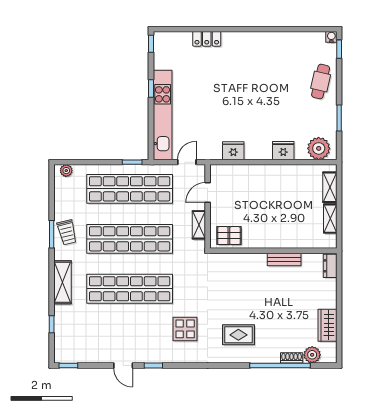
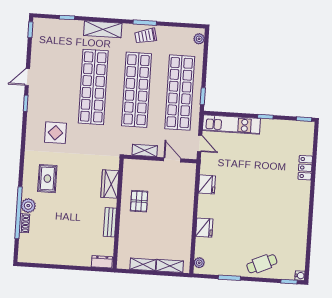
cafe table: (321, 82) -> (262, 264), turned -37
kitchen unit: (163, 115) -> (231, 125), width x0.73
plant: (319, 148) -> (199, 263), width x0.53, depth x0.53
pallet: (229, 236) -> (139, 201), moved
wardrobe: (327, 325) -> (110, 184), moved, turned -90
plant: (312, 355) -> (28, 206), moved

